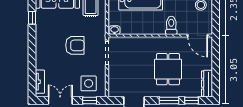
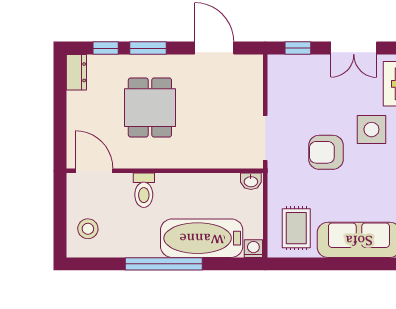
side table: (89, 83) -> (371, 130), moved
dresser: (207, 84) -> (76, 72), width x0.70

